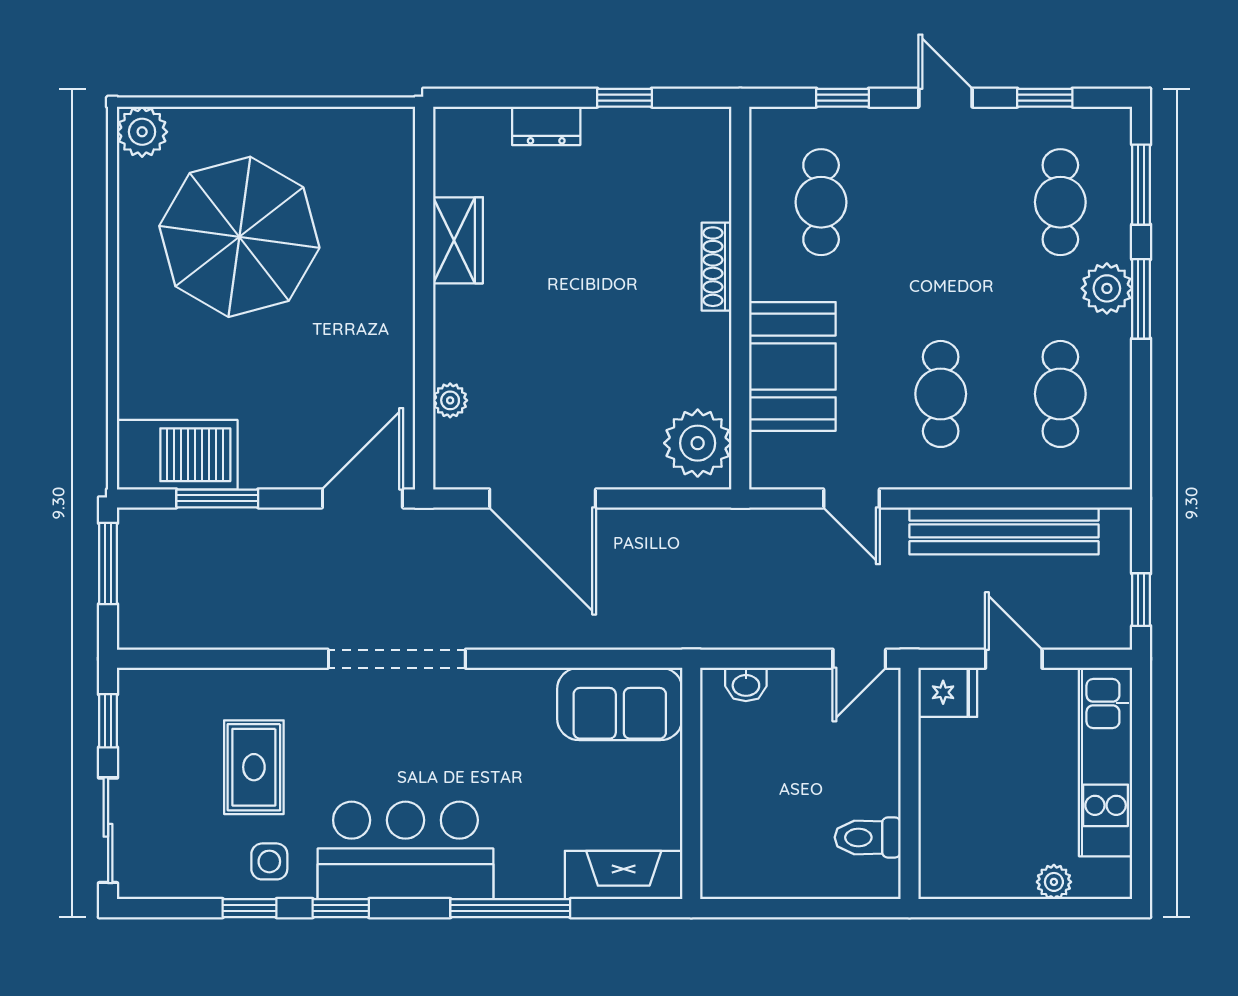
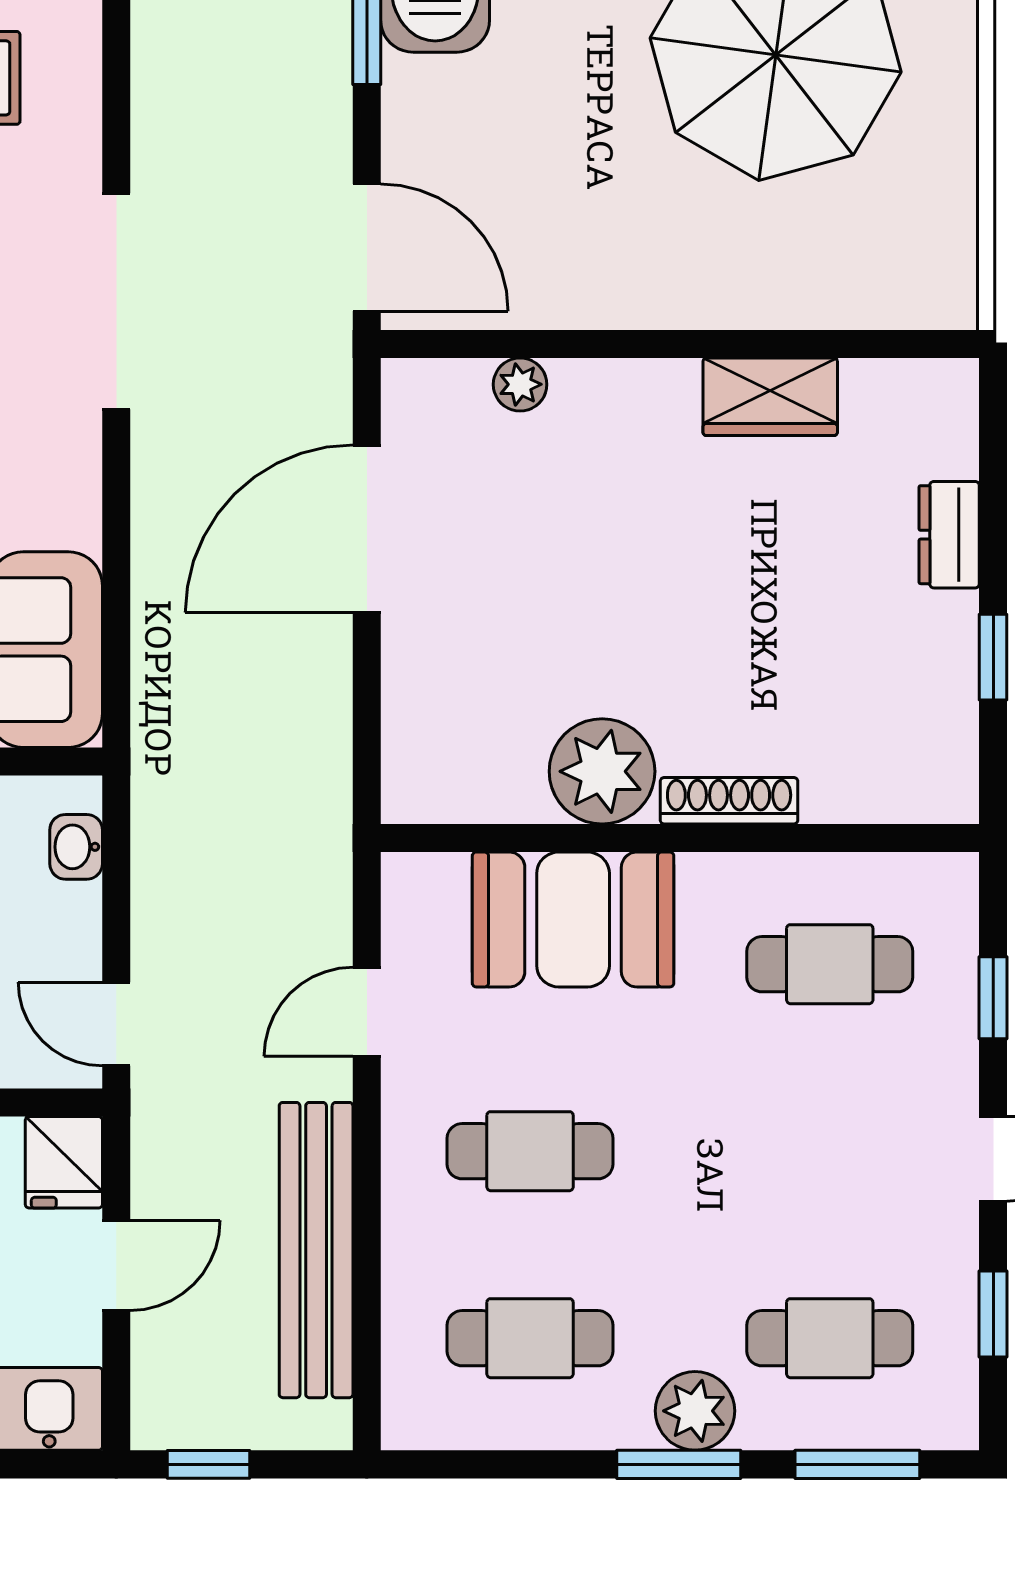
plant: (698, 443) -> (602, 771), moved

